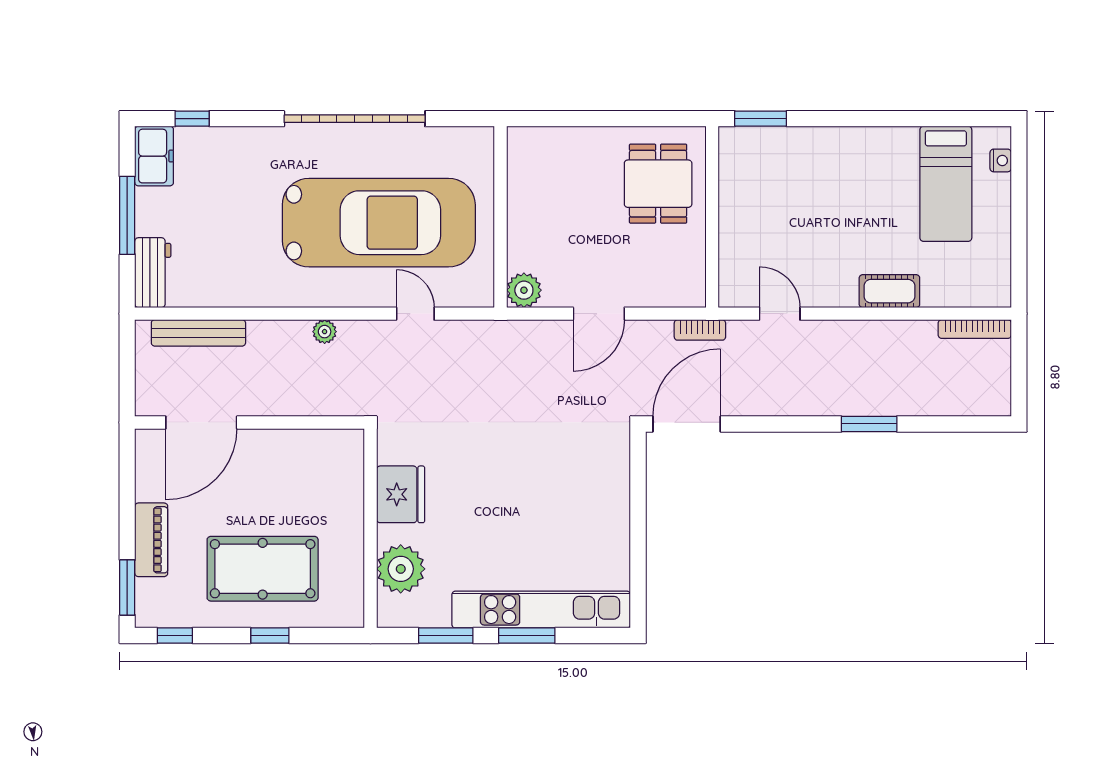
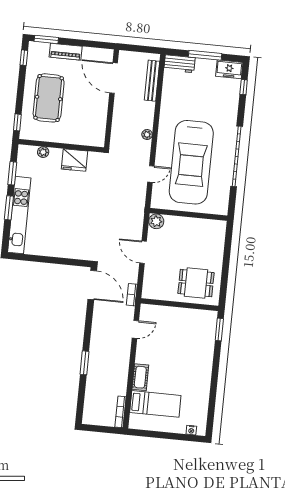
bed: (946, 184) -> (155, 404), moved, turned 180
plant: (401, 569) -> (43, 152), width x0.53, depth x0.53
window: (270, 636) -> (17, 122), moved

